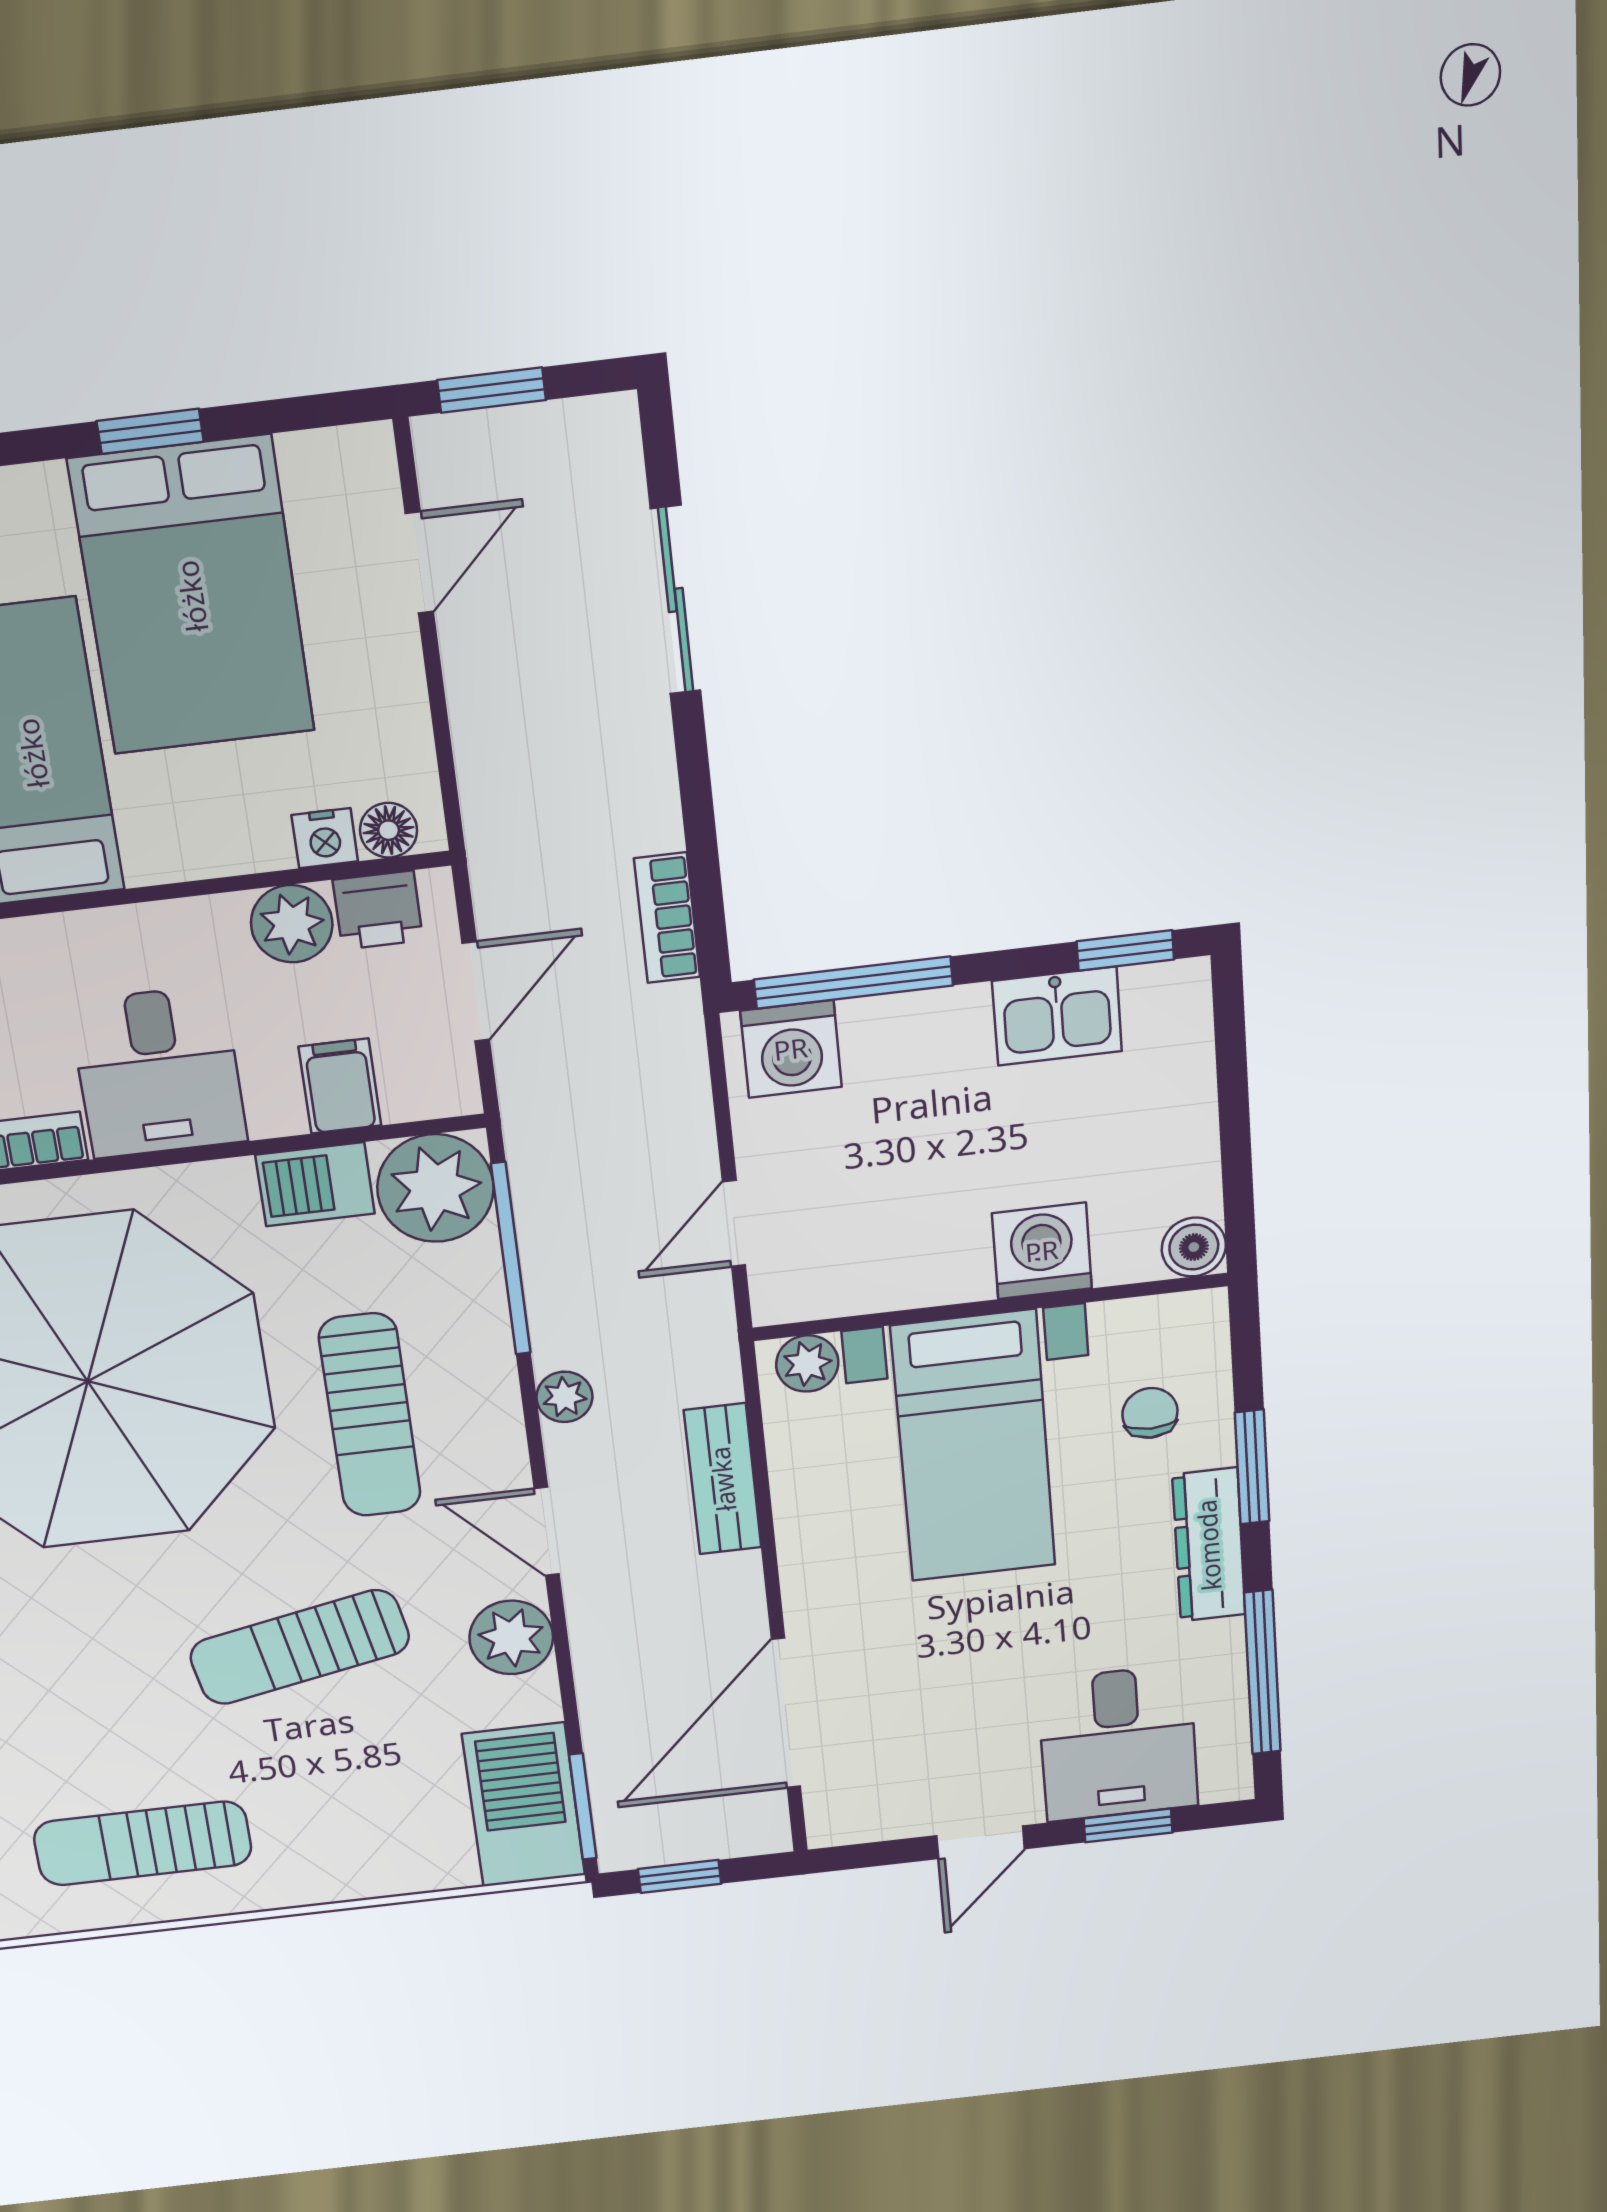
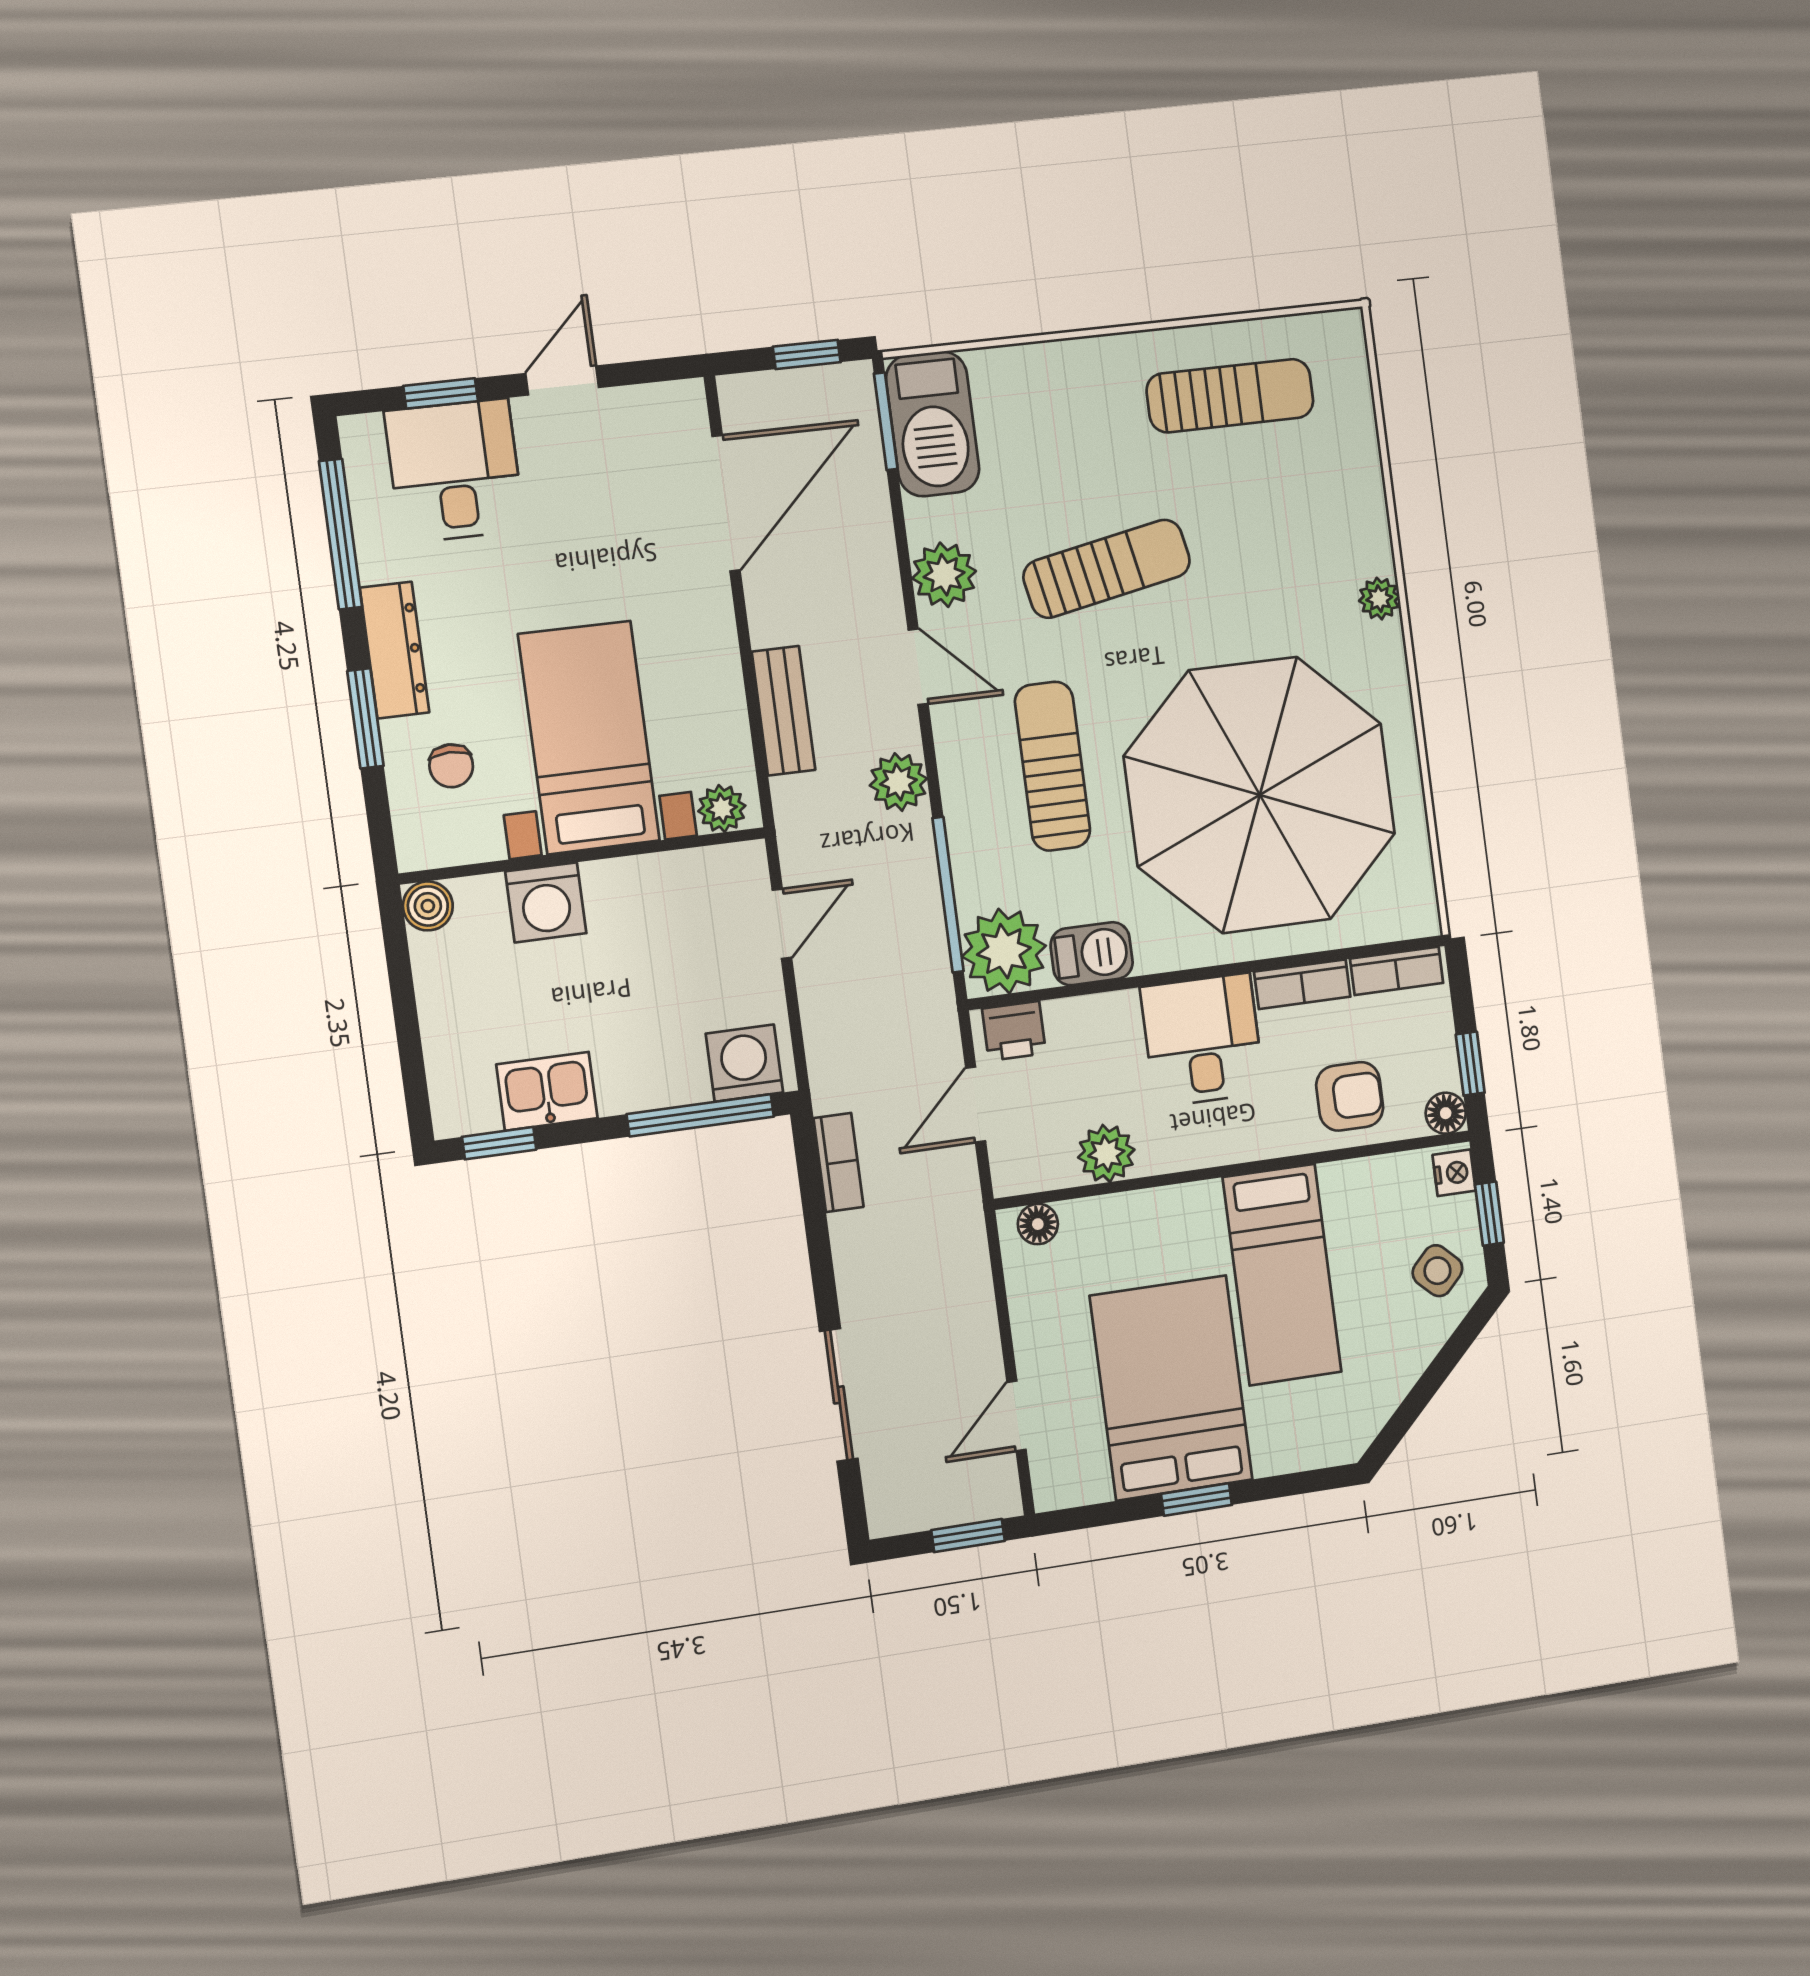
nightstand: (325, 838) -> (1083, 1217), removed
printer: (378, 910) -> (1014, 1031), moved, turned 180
filing cabinet: (340, 1086) -> (1073, 1031), removed
plant: (564, 1397) -> (898, 782), width x1.38, depth x1.38

